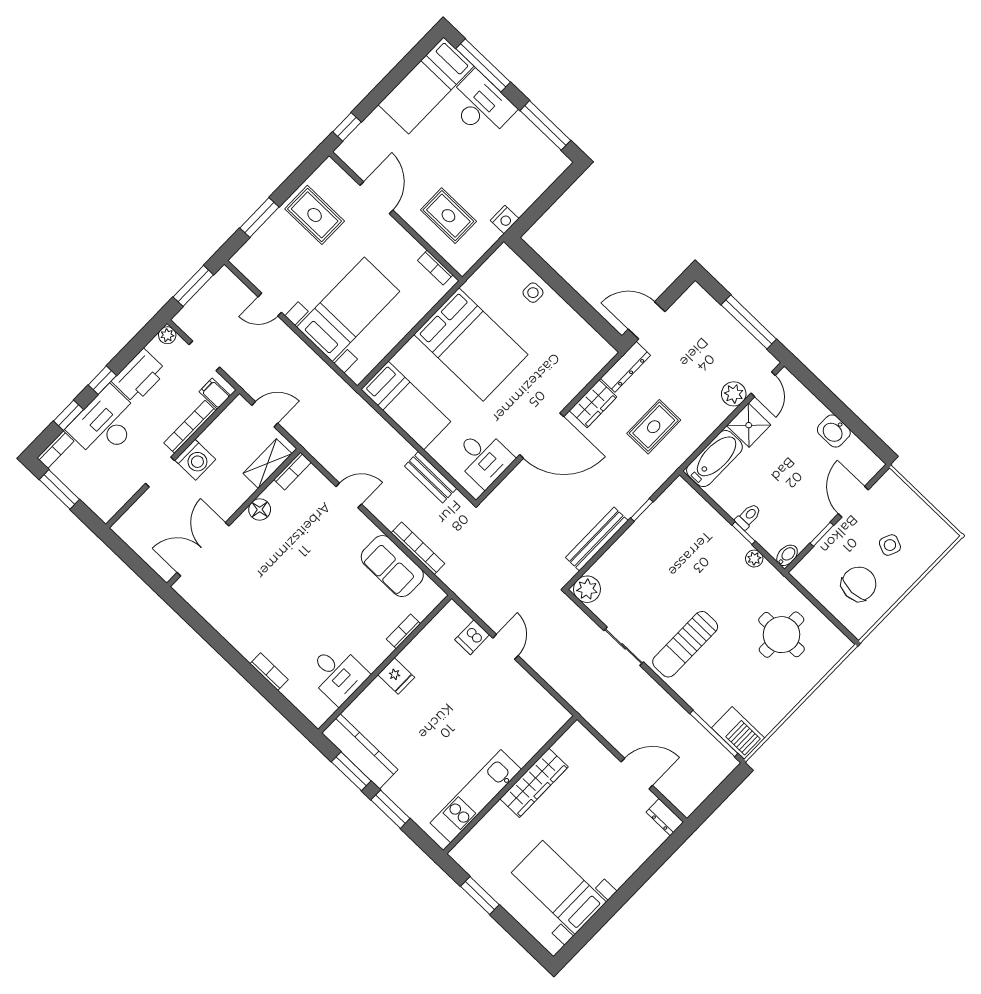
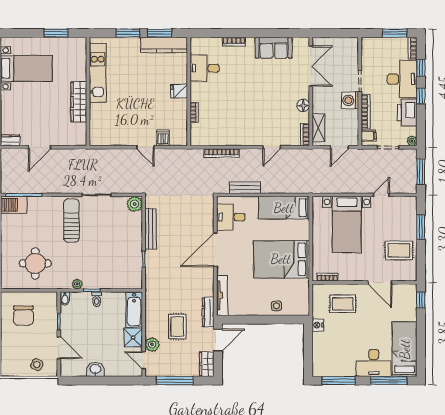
tv unit: (588, 371) -> (222, 295), added
wardrobe: (593, 404) -> (207, 364), moved
rug: (654, 427) -> (177, 327), moved
side table: (890, 545) -> (37, 365), moved
sofa: (392, 566) -> (274, 48), moved, turned 180

